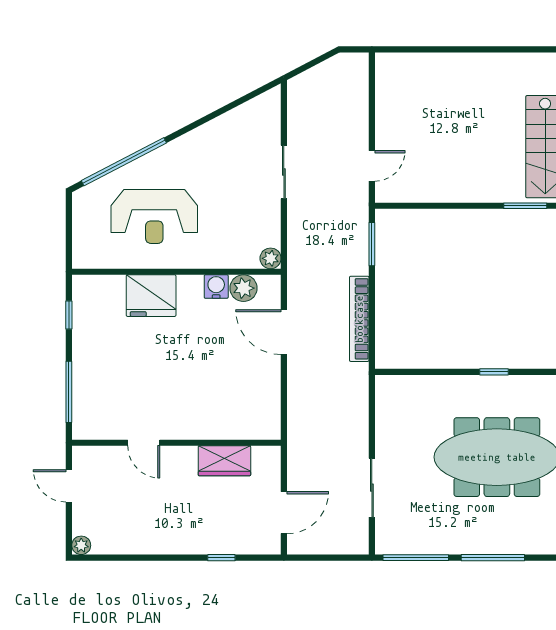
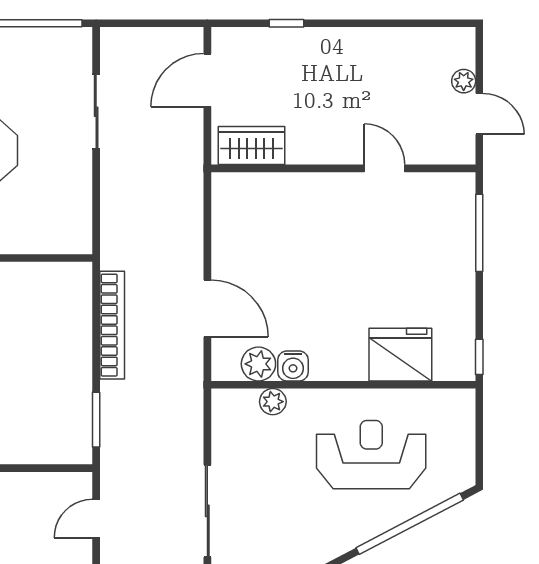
sliding door: (284, 172) -> (207, 511), width x1.37
plant: (271, 258) -> (273, 402), moved
fridge: (151, 296) -> (400, 355), moved
window: (69, 315) -> (479, 357), moved
wardrobe: (224, 461) -> (251, 146), moved
plant: (81, 545) -> (464, 81), moved

